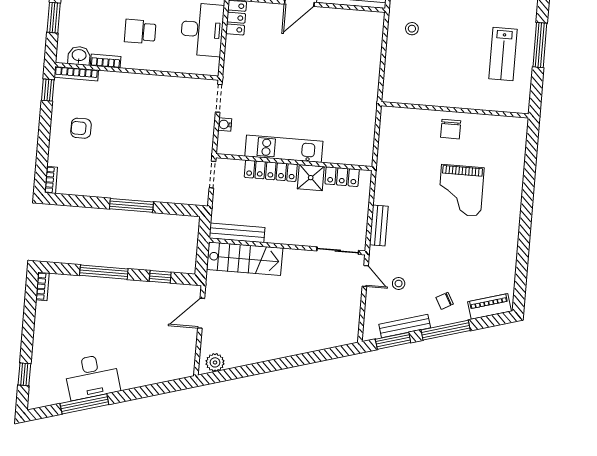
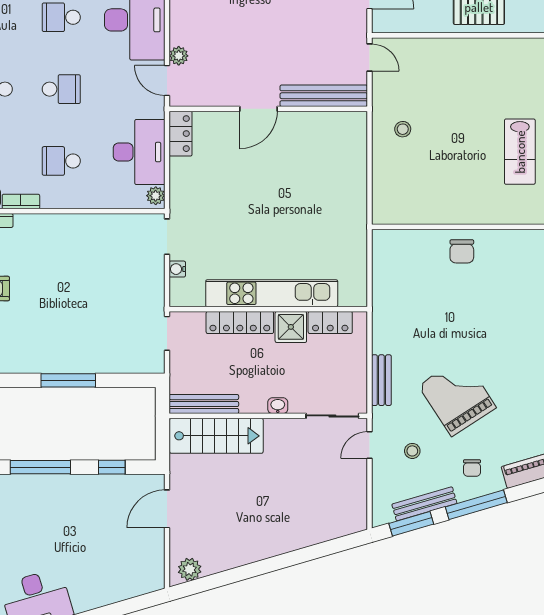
plant: (212, 65) -> (156, 196), added
kitchen unit: (284, 149) -> (272, 293), width x1.36
grand piano: (461, 190) -> (457, 396), moved, turned 147
washbasin: (295, 239) -> (278, 406), added
door: (365, 276) -> (370, 445), swing flipped
chair: (445, 301) -> (472, 468), turned -61

